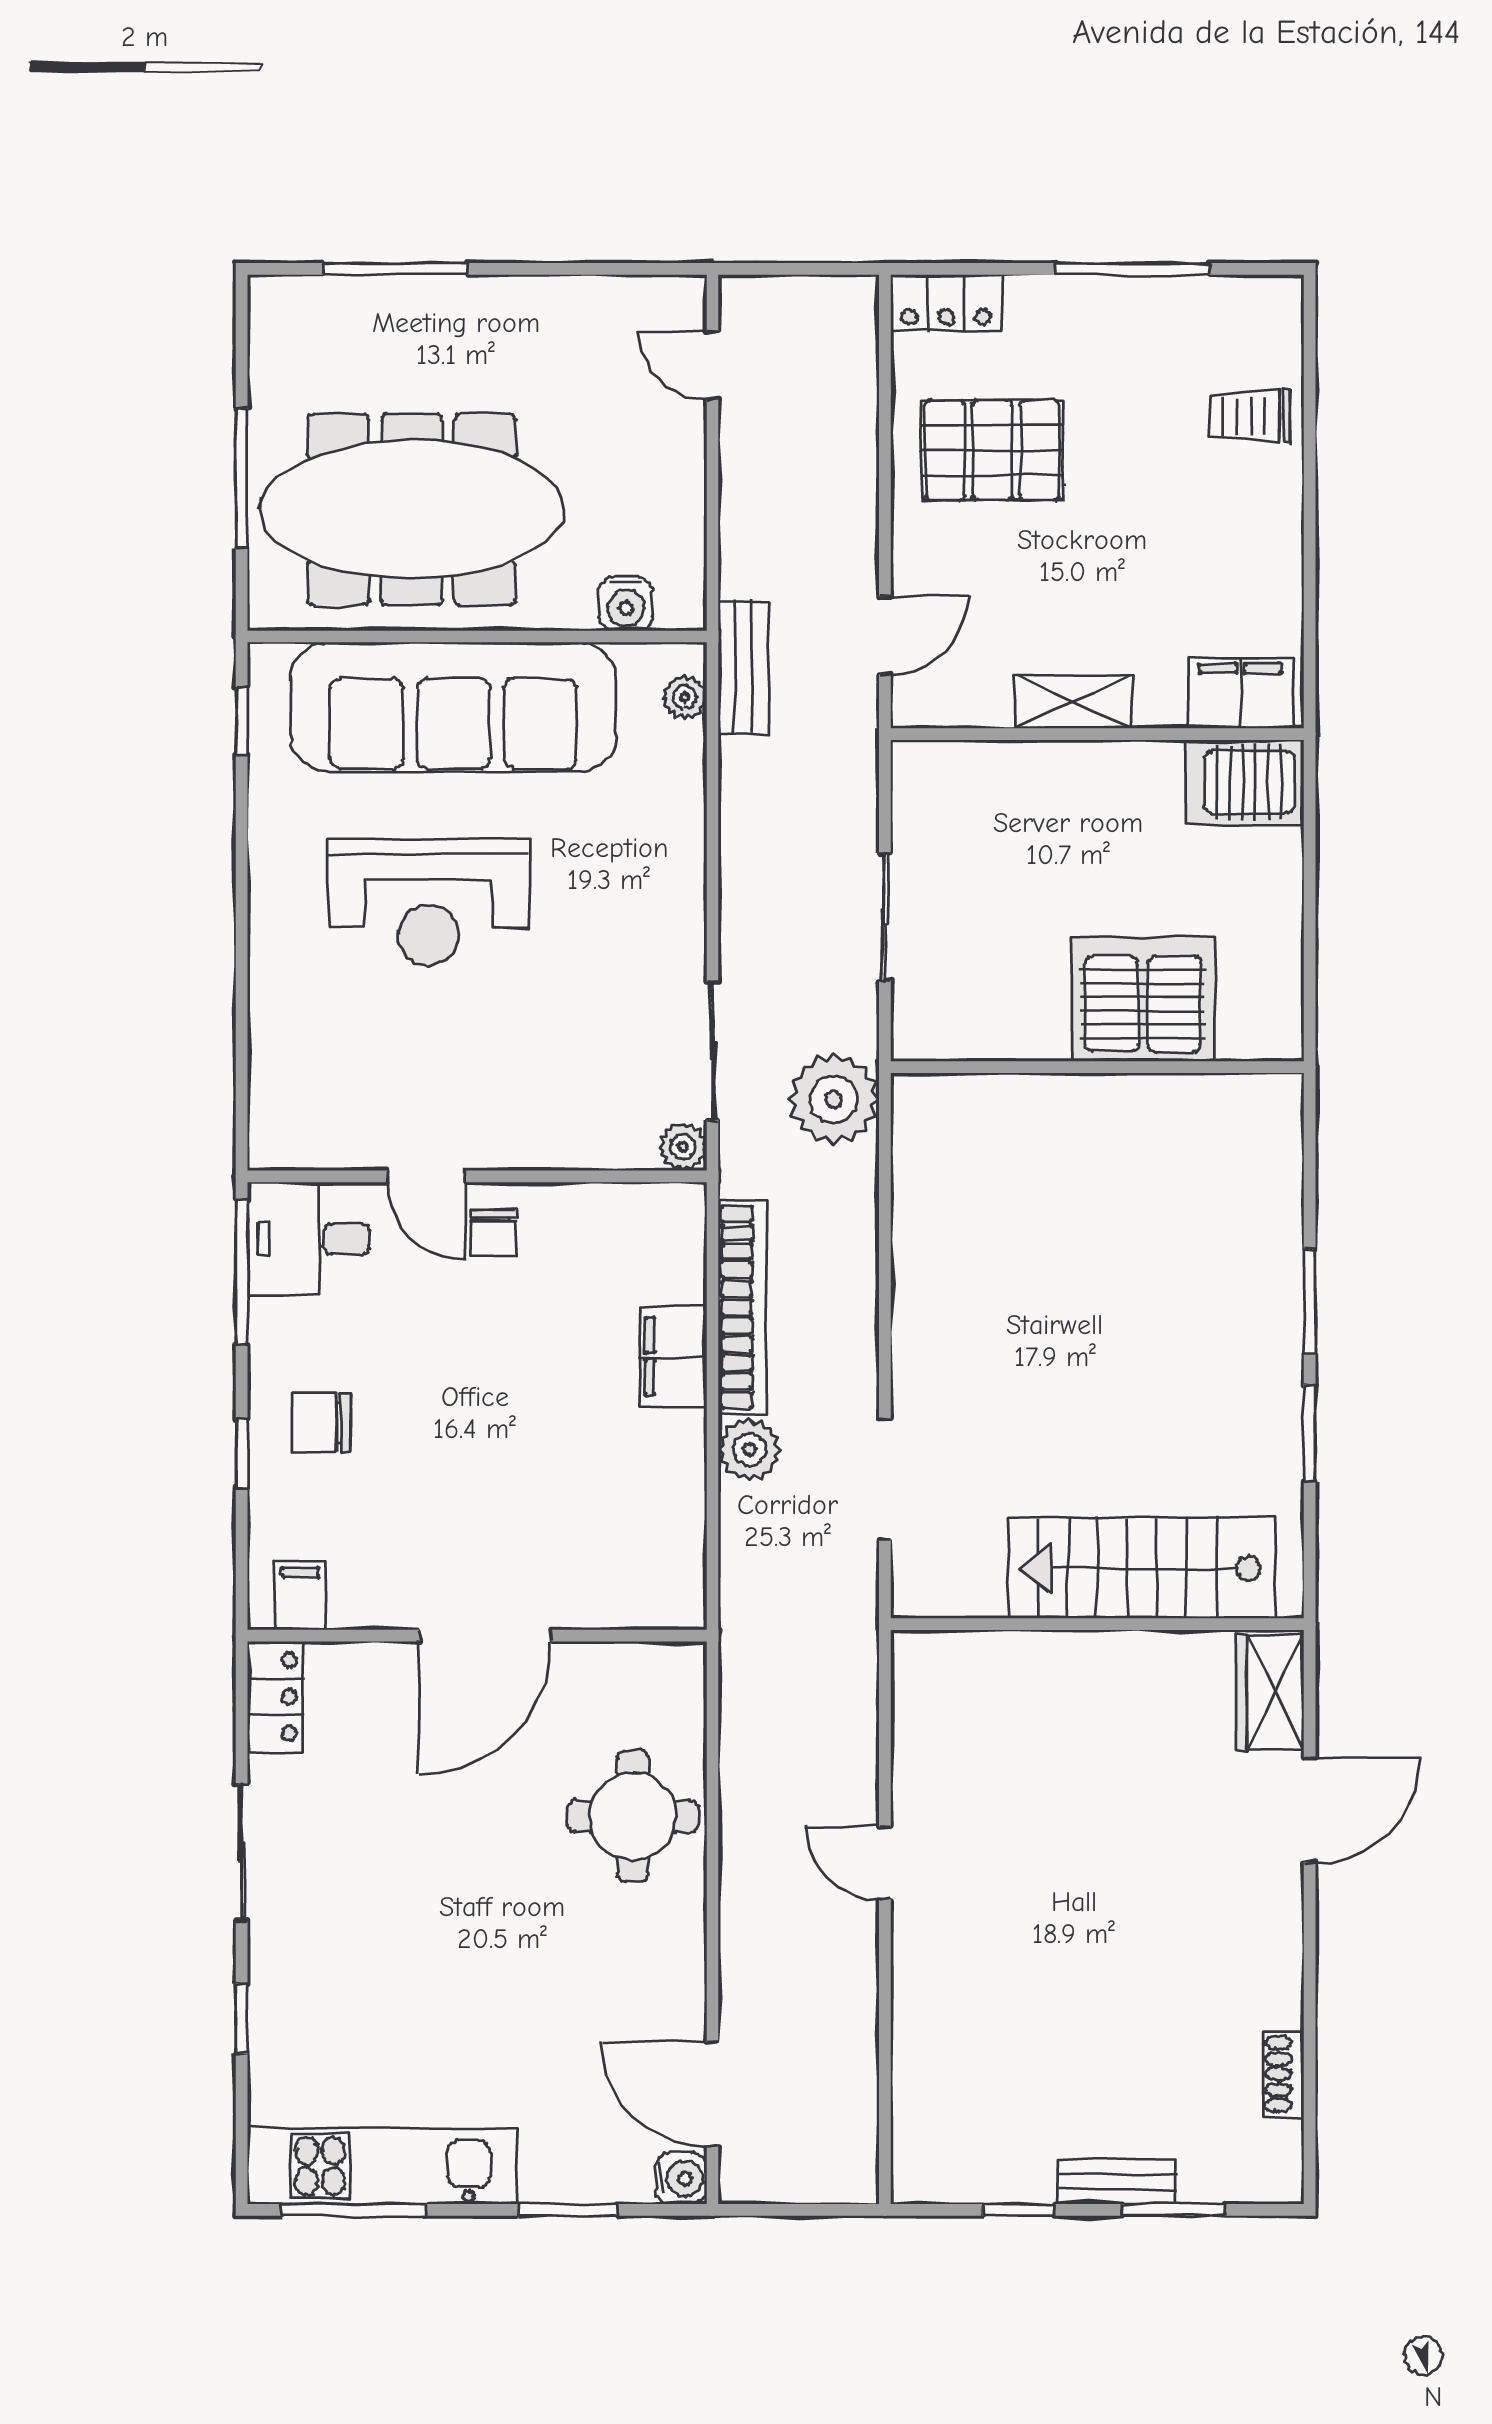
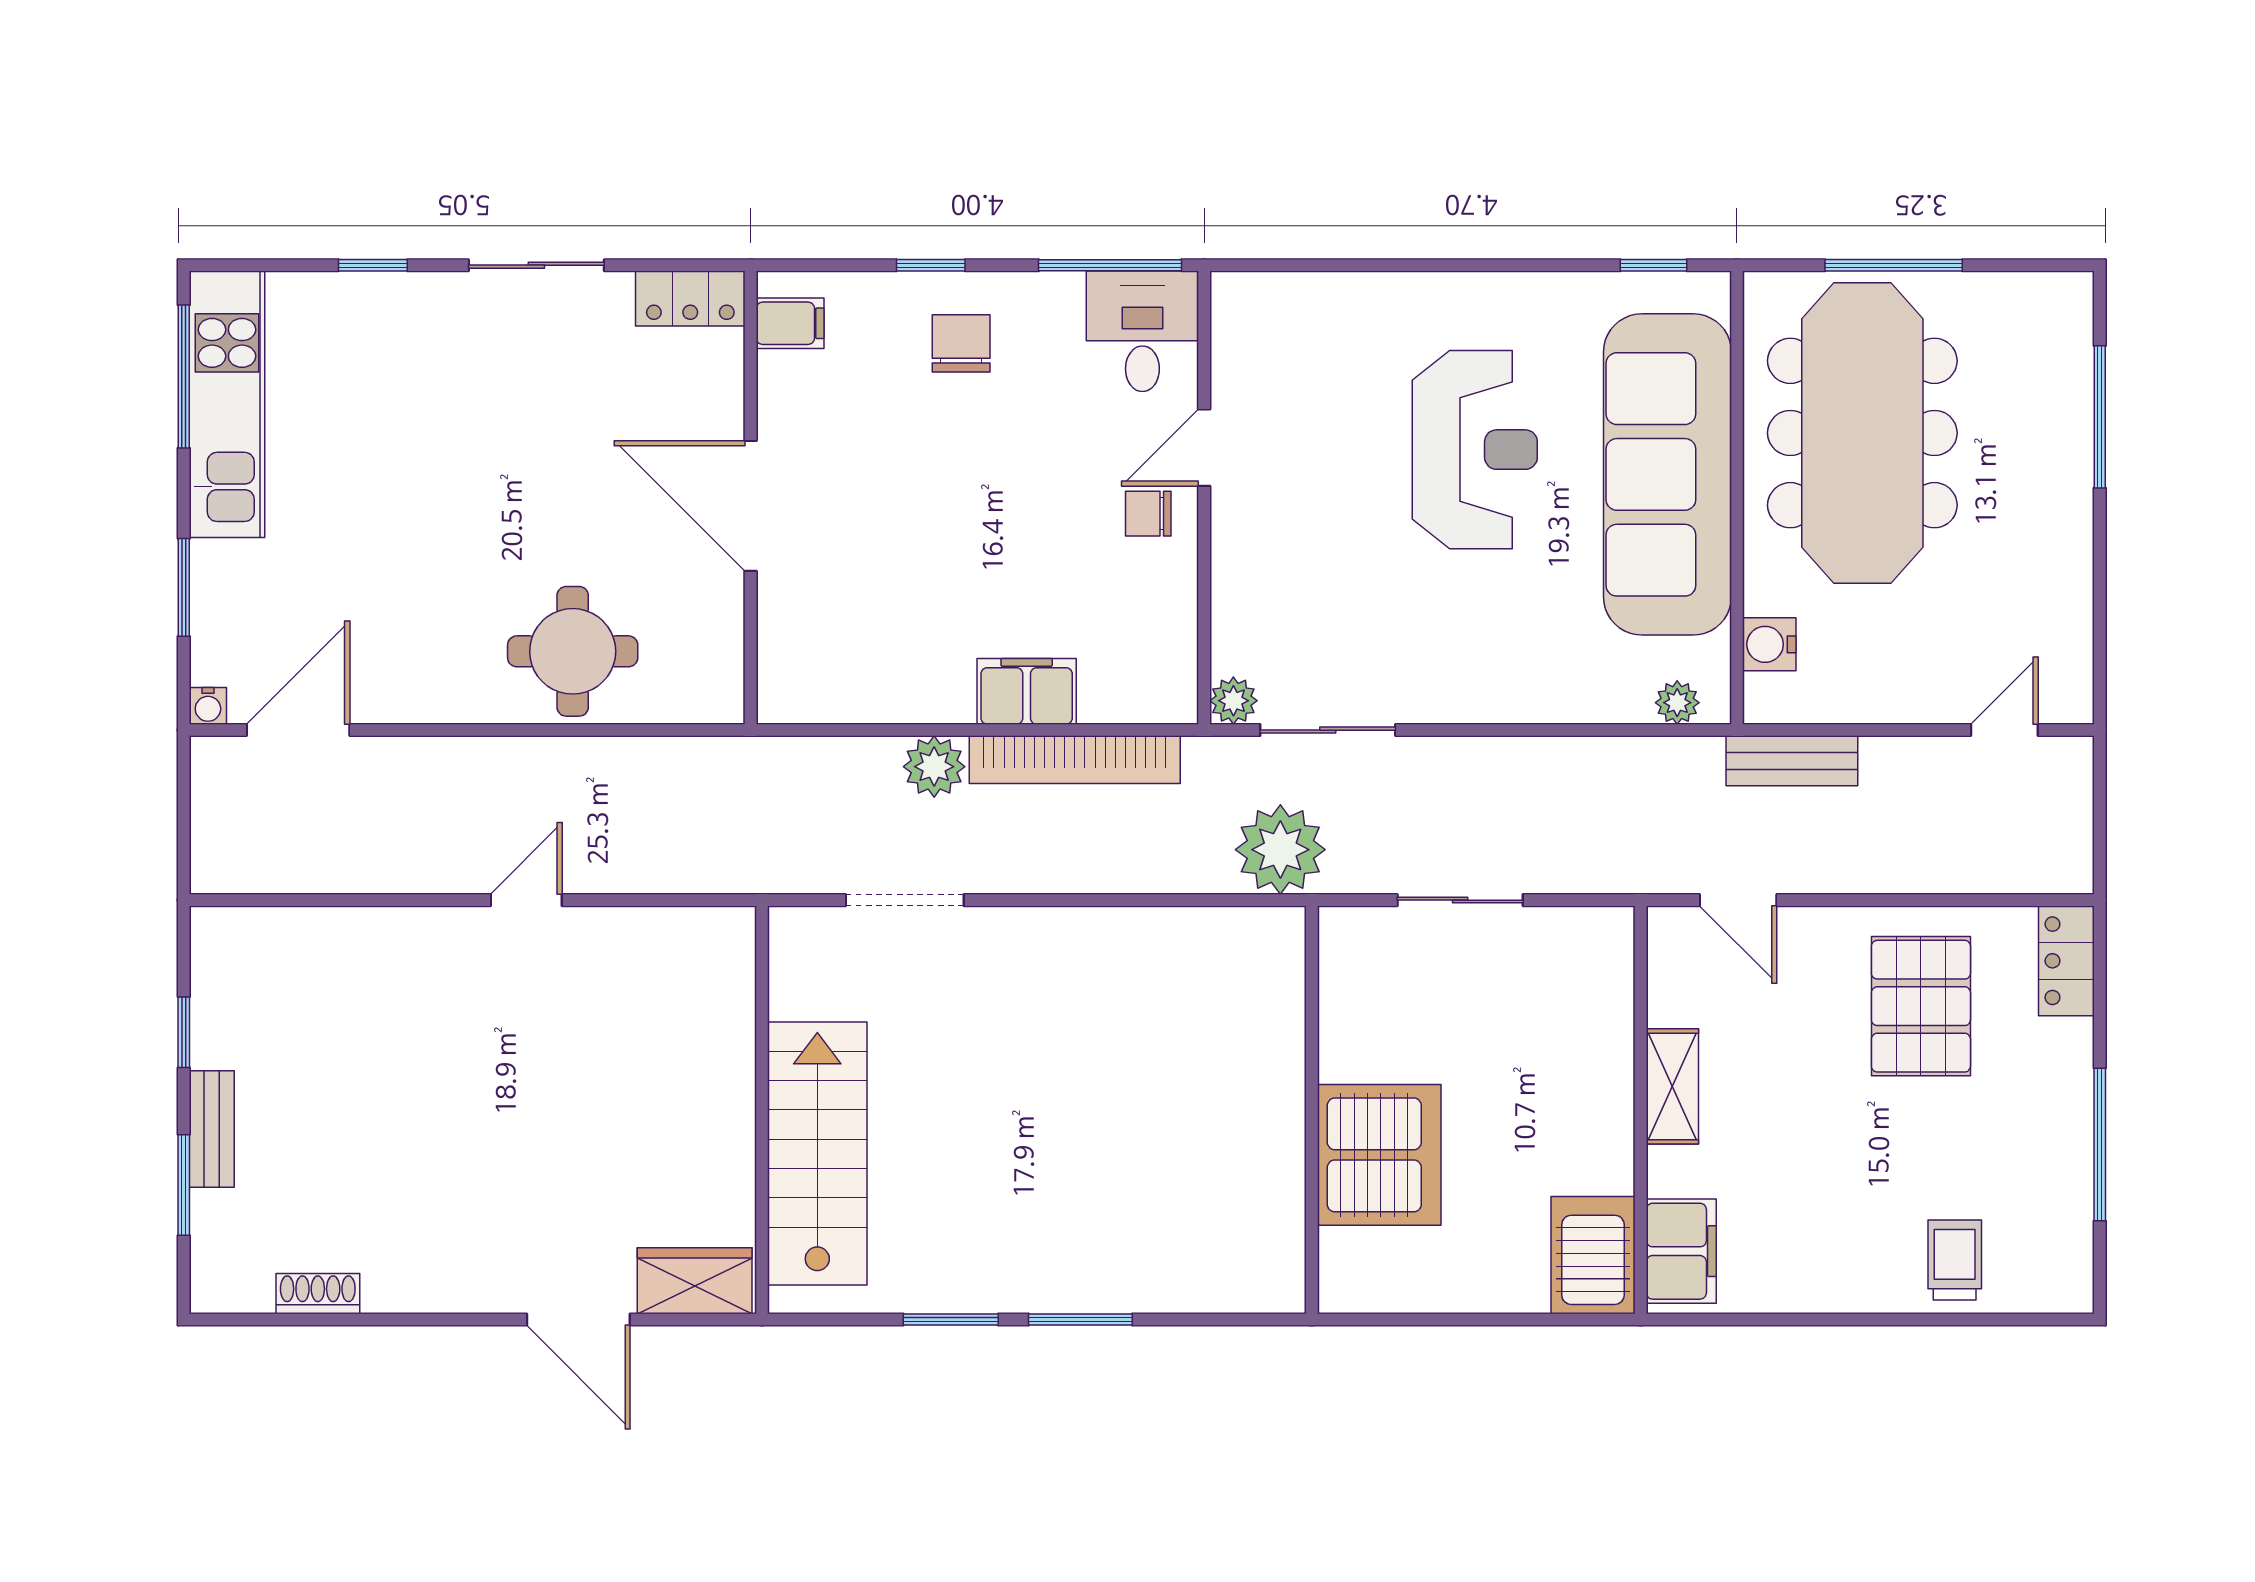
bench: (744, 667) -> (1792, 761), moved
reception desk: (428, 902) -> (1475, 450), turned 180
water cooler: (681, 2178) -> (208, 706), width x0.72, depth x0.72

